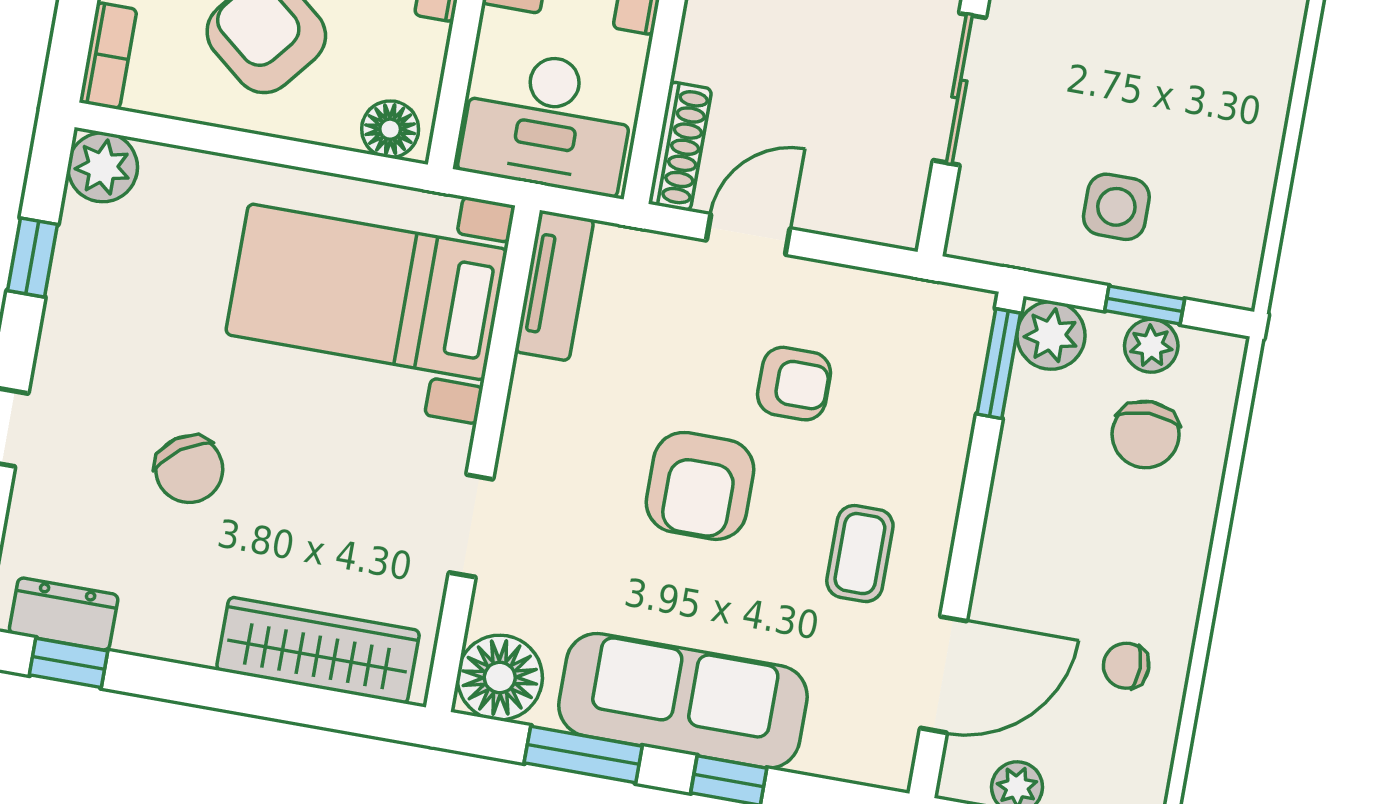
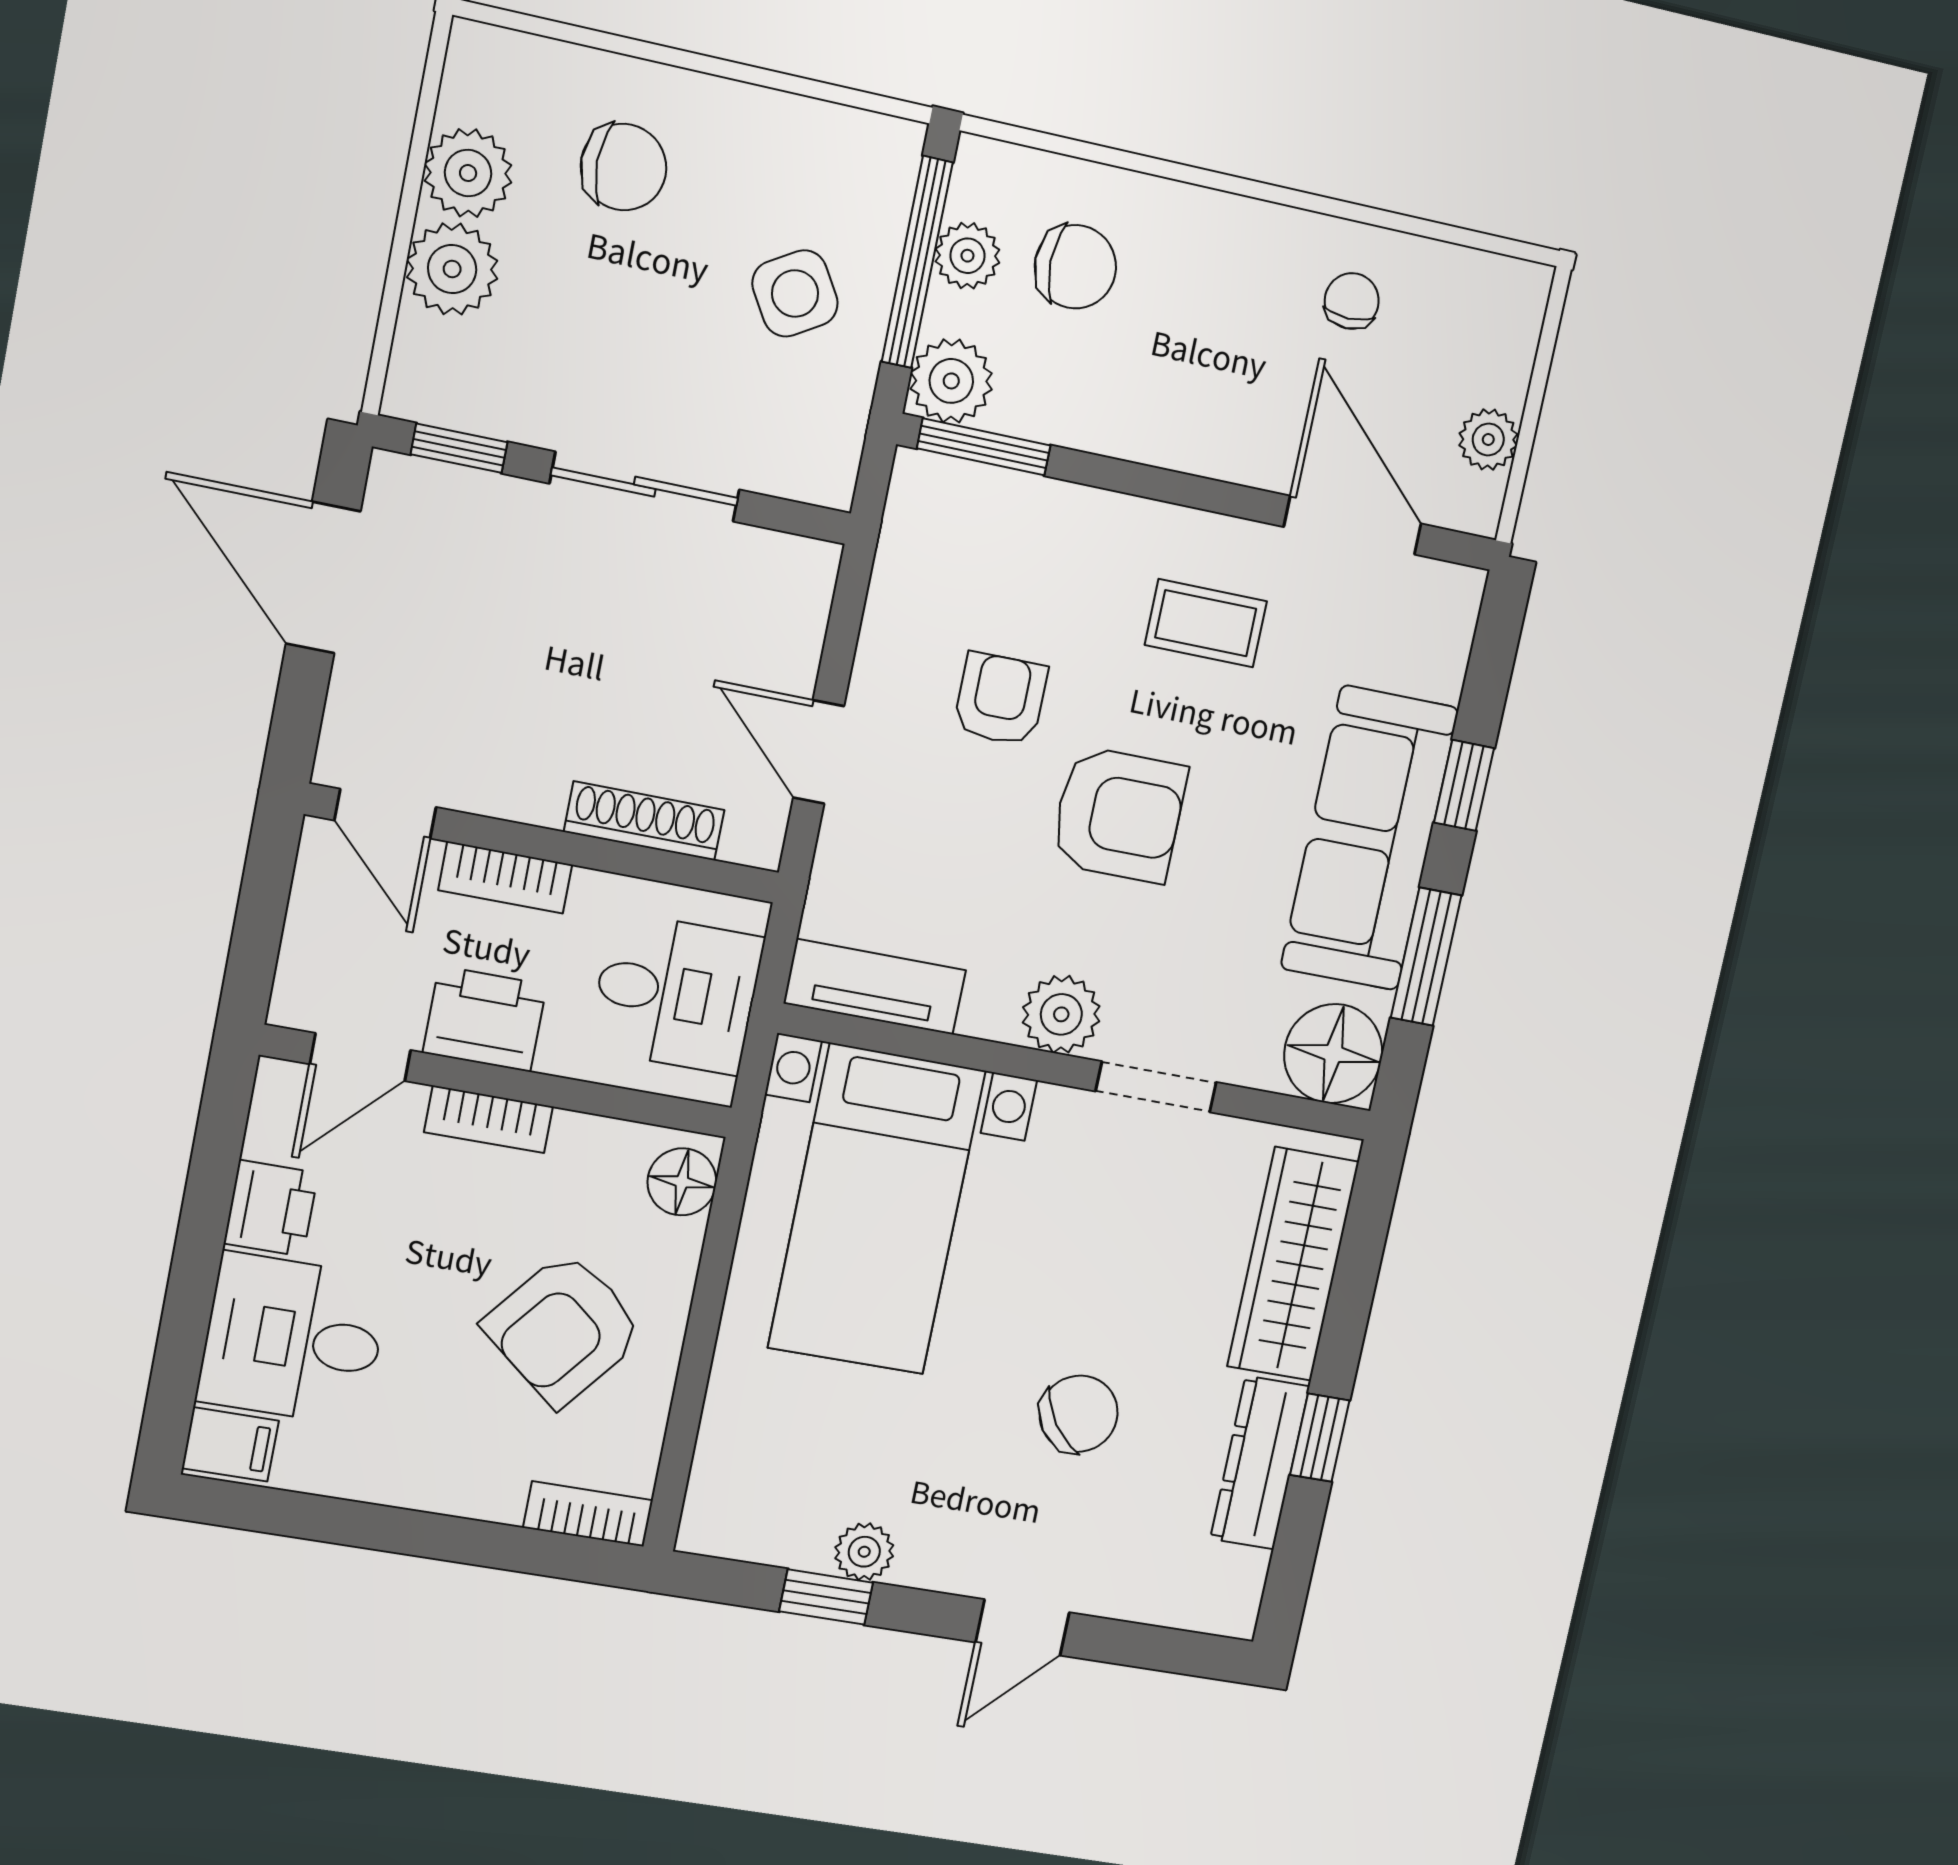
chair: (1210, 68) -> (624, 167), added
desk: (548, 121) -> (676, 993), width x0.73
shoe rack: (680, 146) -> (644, 821), moved
plant: (103, 167) -> (864, 1552), moved, width x0.73, depth x0.73
side table: (1116, 207) -> (795, 293), turned -31
window: (1145, 305) -> (917, 262), width x2.17
plant: (532, 443) -> (1061, 1014), added
dresser: (64, 614) -> (1260, 1463), moved, width x1.44
window: (69, 663) -> (1320, 1438), moved
chair: (1126, 666) -> (1352, 301), turned 180

